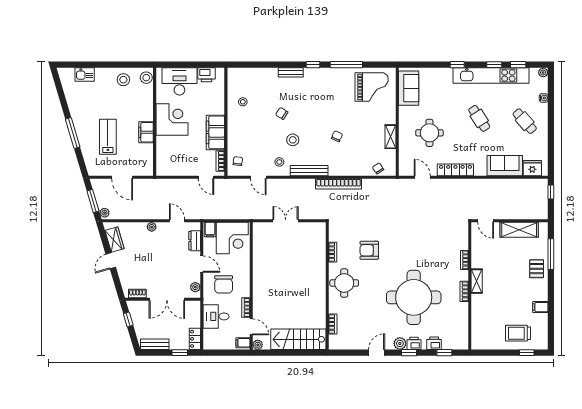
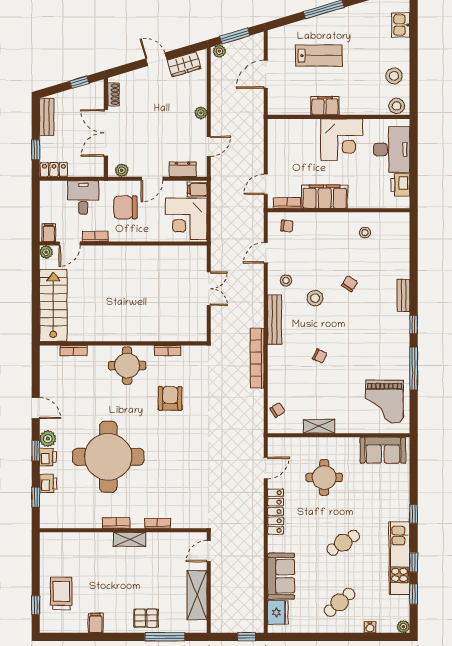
kitchen unit: (491, 76) -> (399, 558), width x0.73

